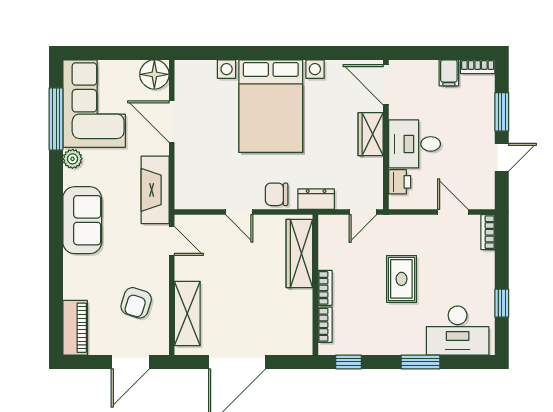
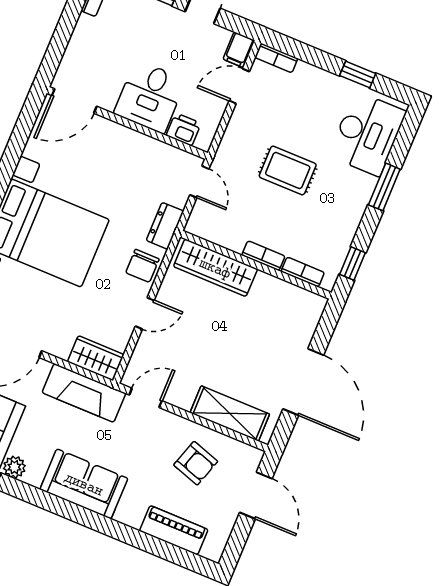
filing cabinet: (449, 73) -> (239, 50), moved, turned 90
wardrobe: (371, 134) -> (96, 358), moved, turned 180
piano: (75, 328) -> (174, 530), moved

